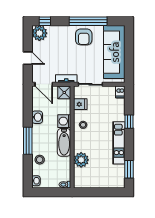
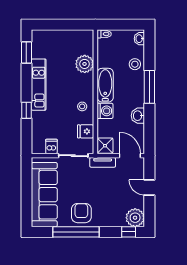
dishwasher: (120, 92) -> (51, 146), moved

